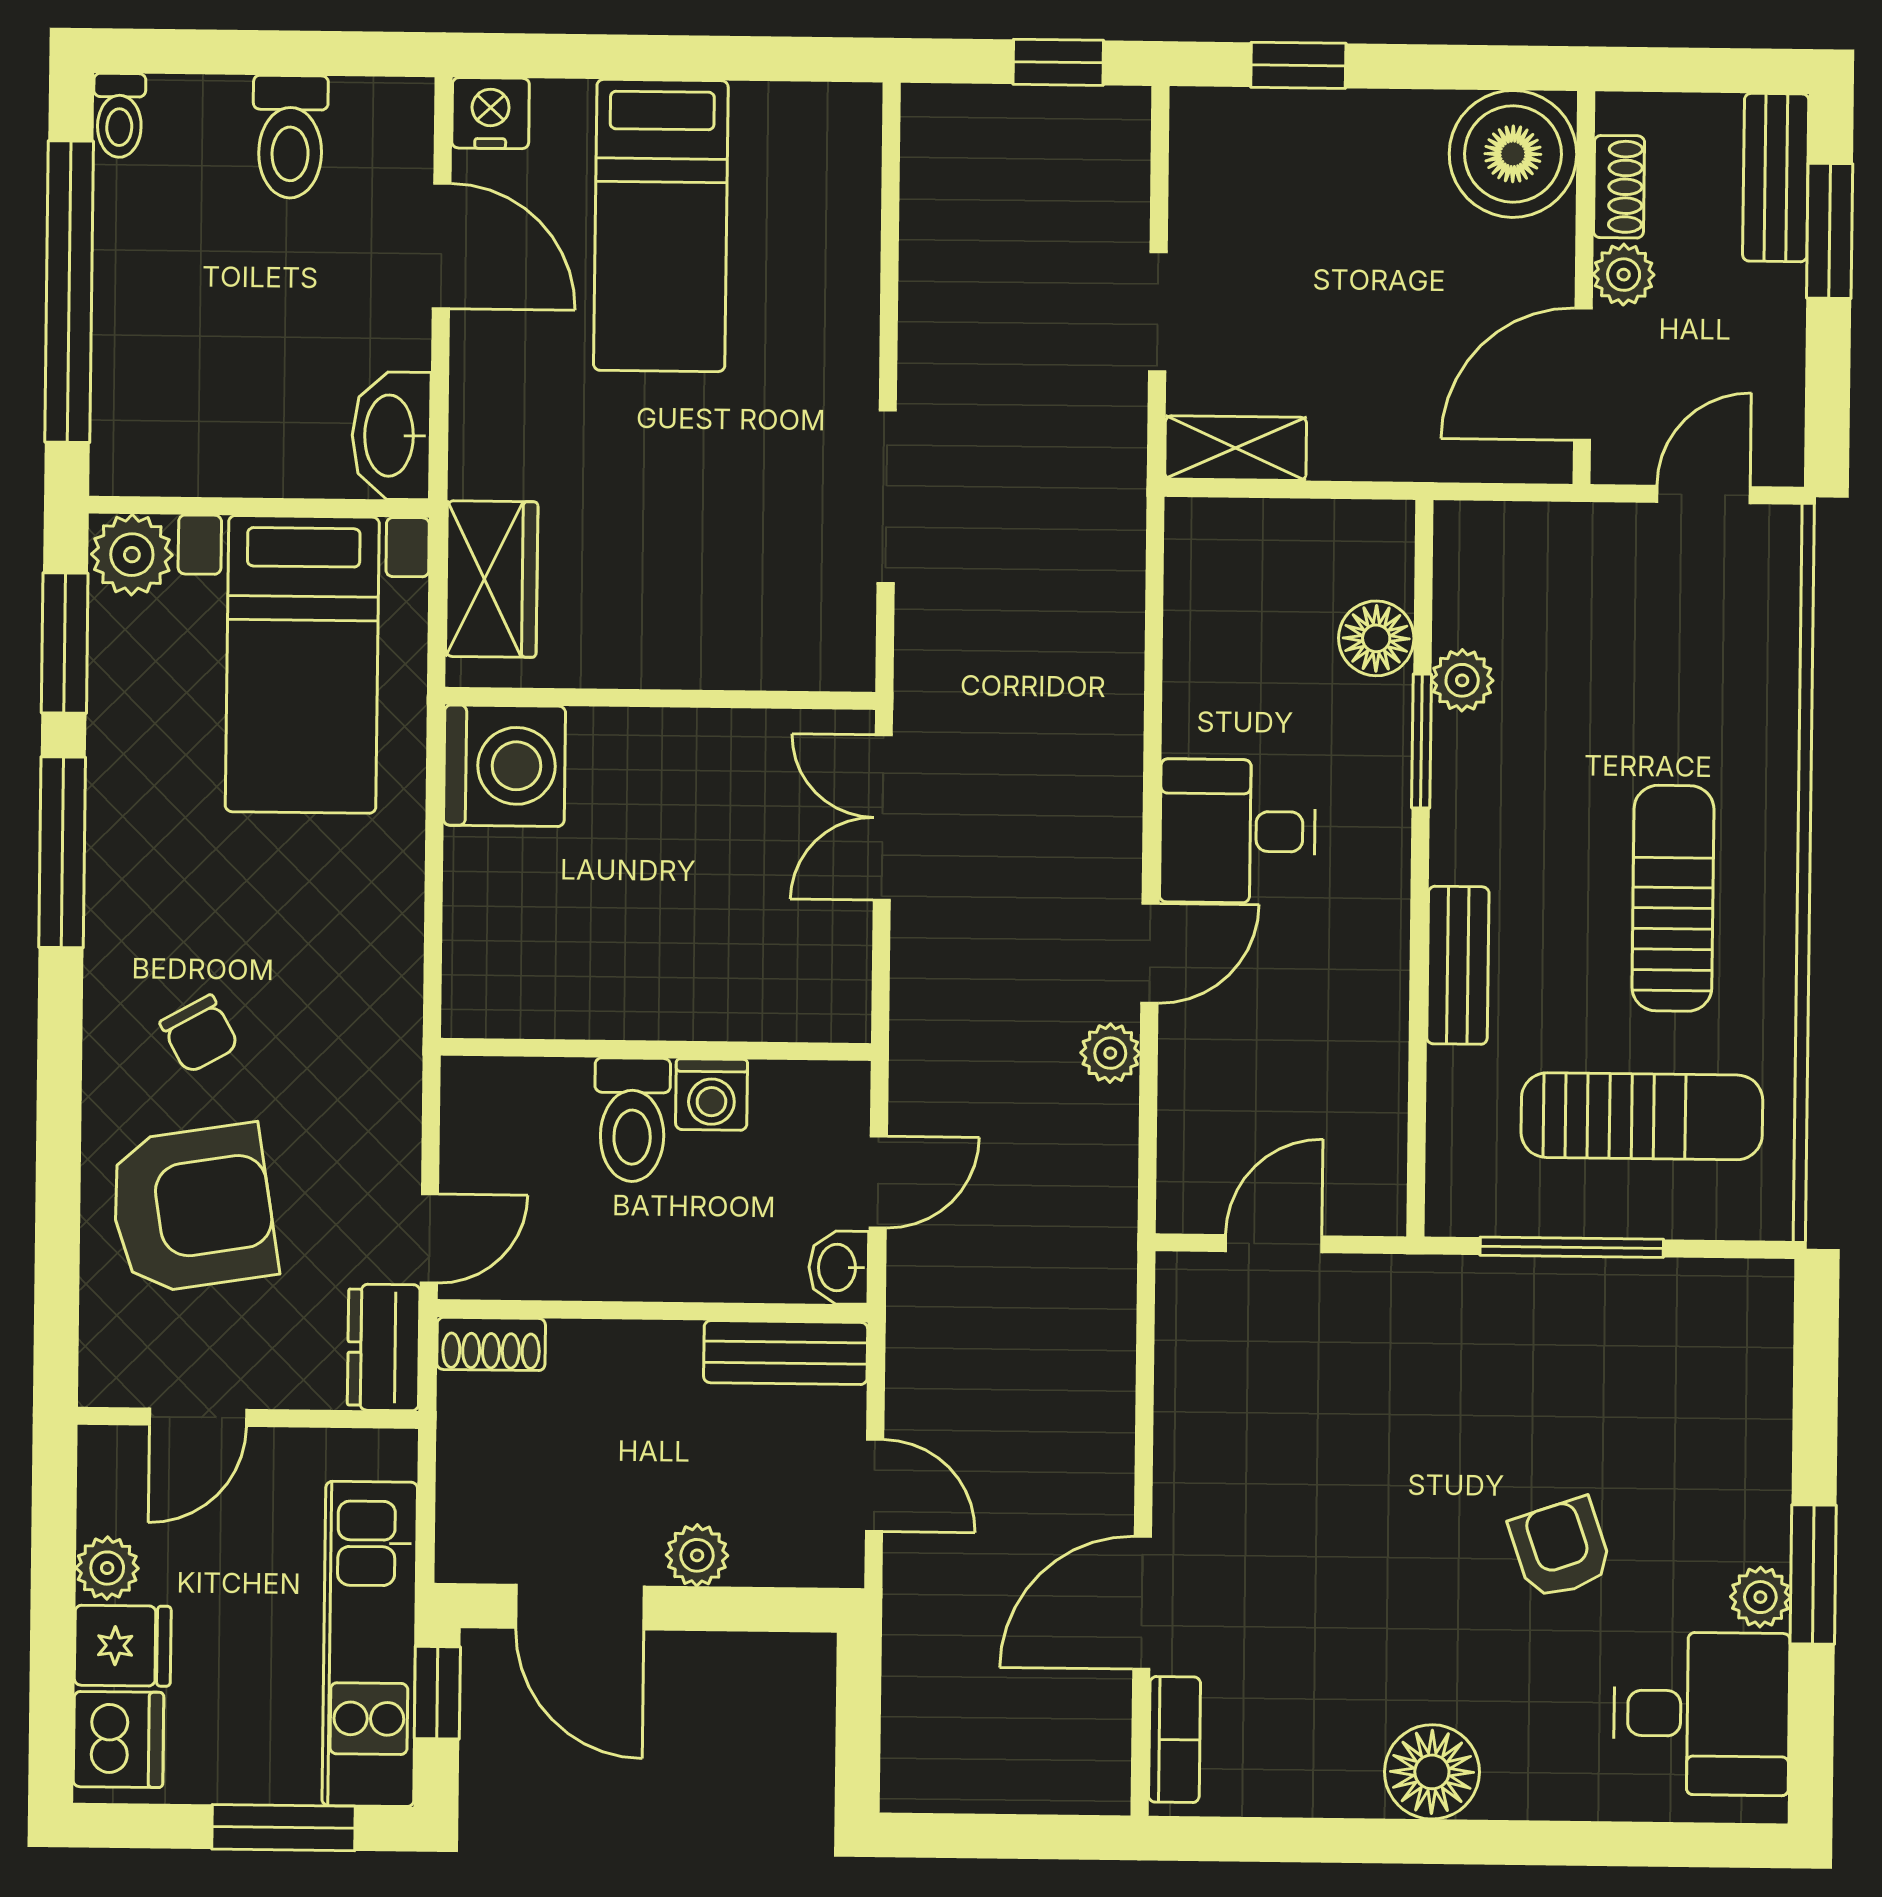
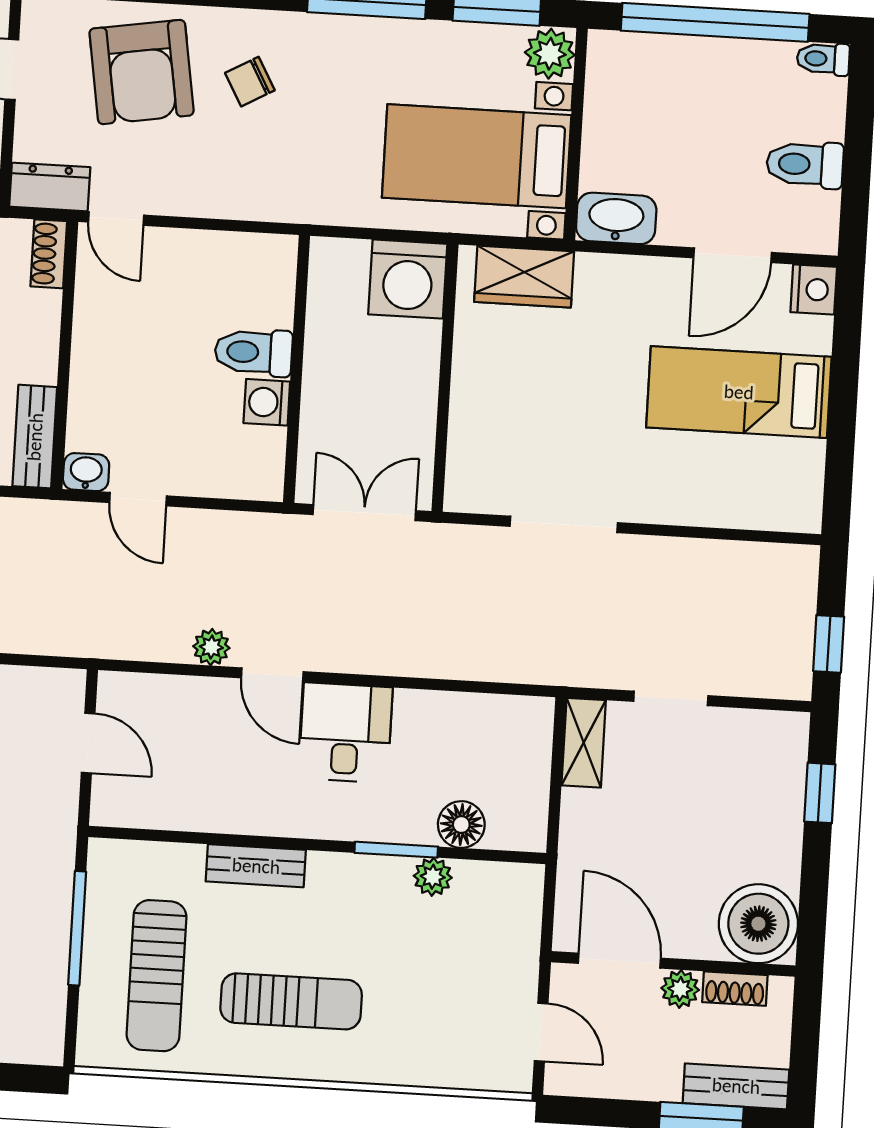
wall: (656, 1049) -> (297, 369), moved
washing machine: (712, 1095) -> (267, 402), moved
toilet: (632, 1120) -> (253, 352), moved

